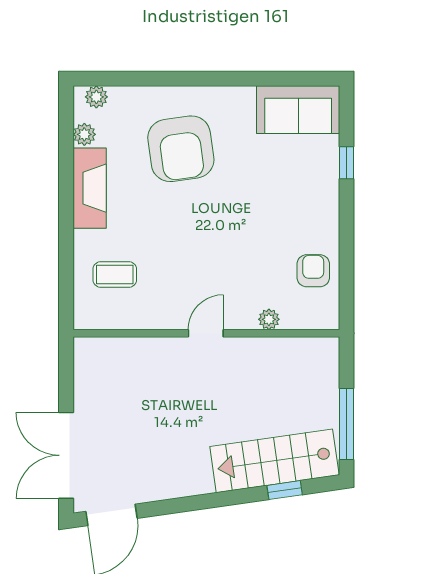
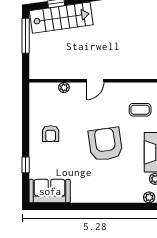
armchair: (181, 149) -> (105, 144), moved
armchair: (313, 271) -> (51, 134), moved

